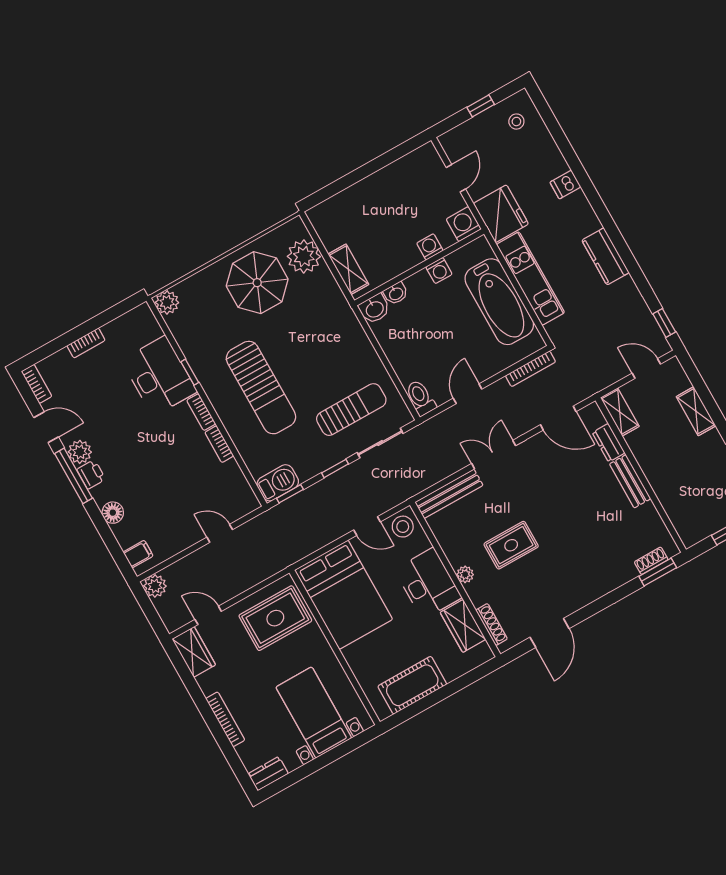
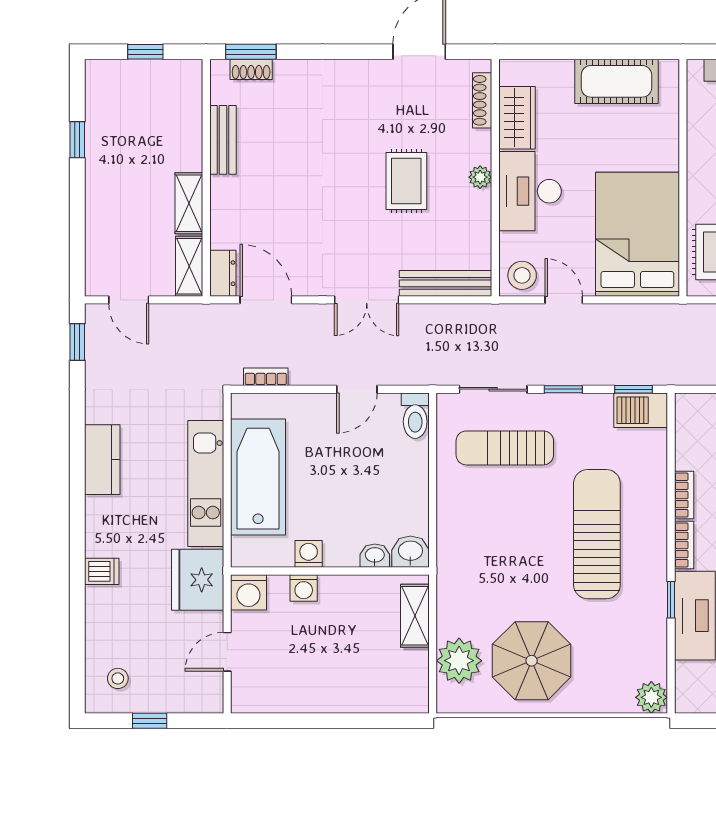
bookcase: (531, 369) -> (266, 377), width x0.64
shelving: (696, 411) -> (189, 203), moved
dresser: (609, 443) -> (223, 273), moved
bench: (630, 481) -> (223, 140), moved
rug: (511, 545) -> (406, 181), turned 90

